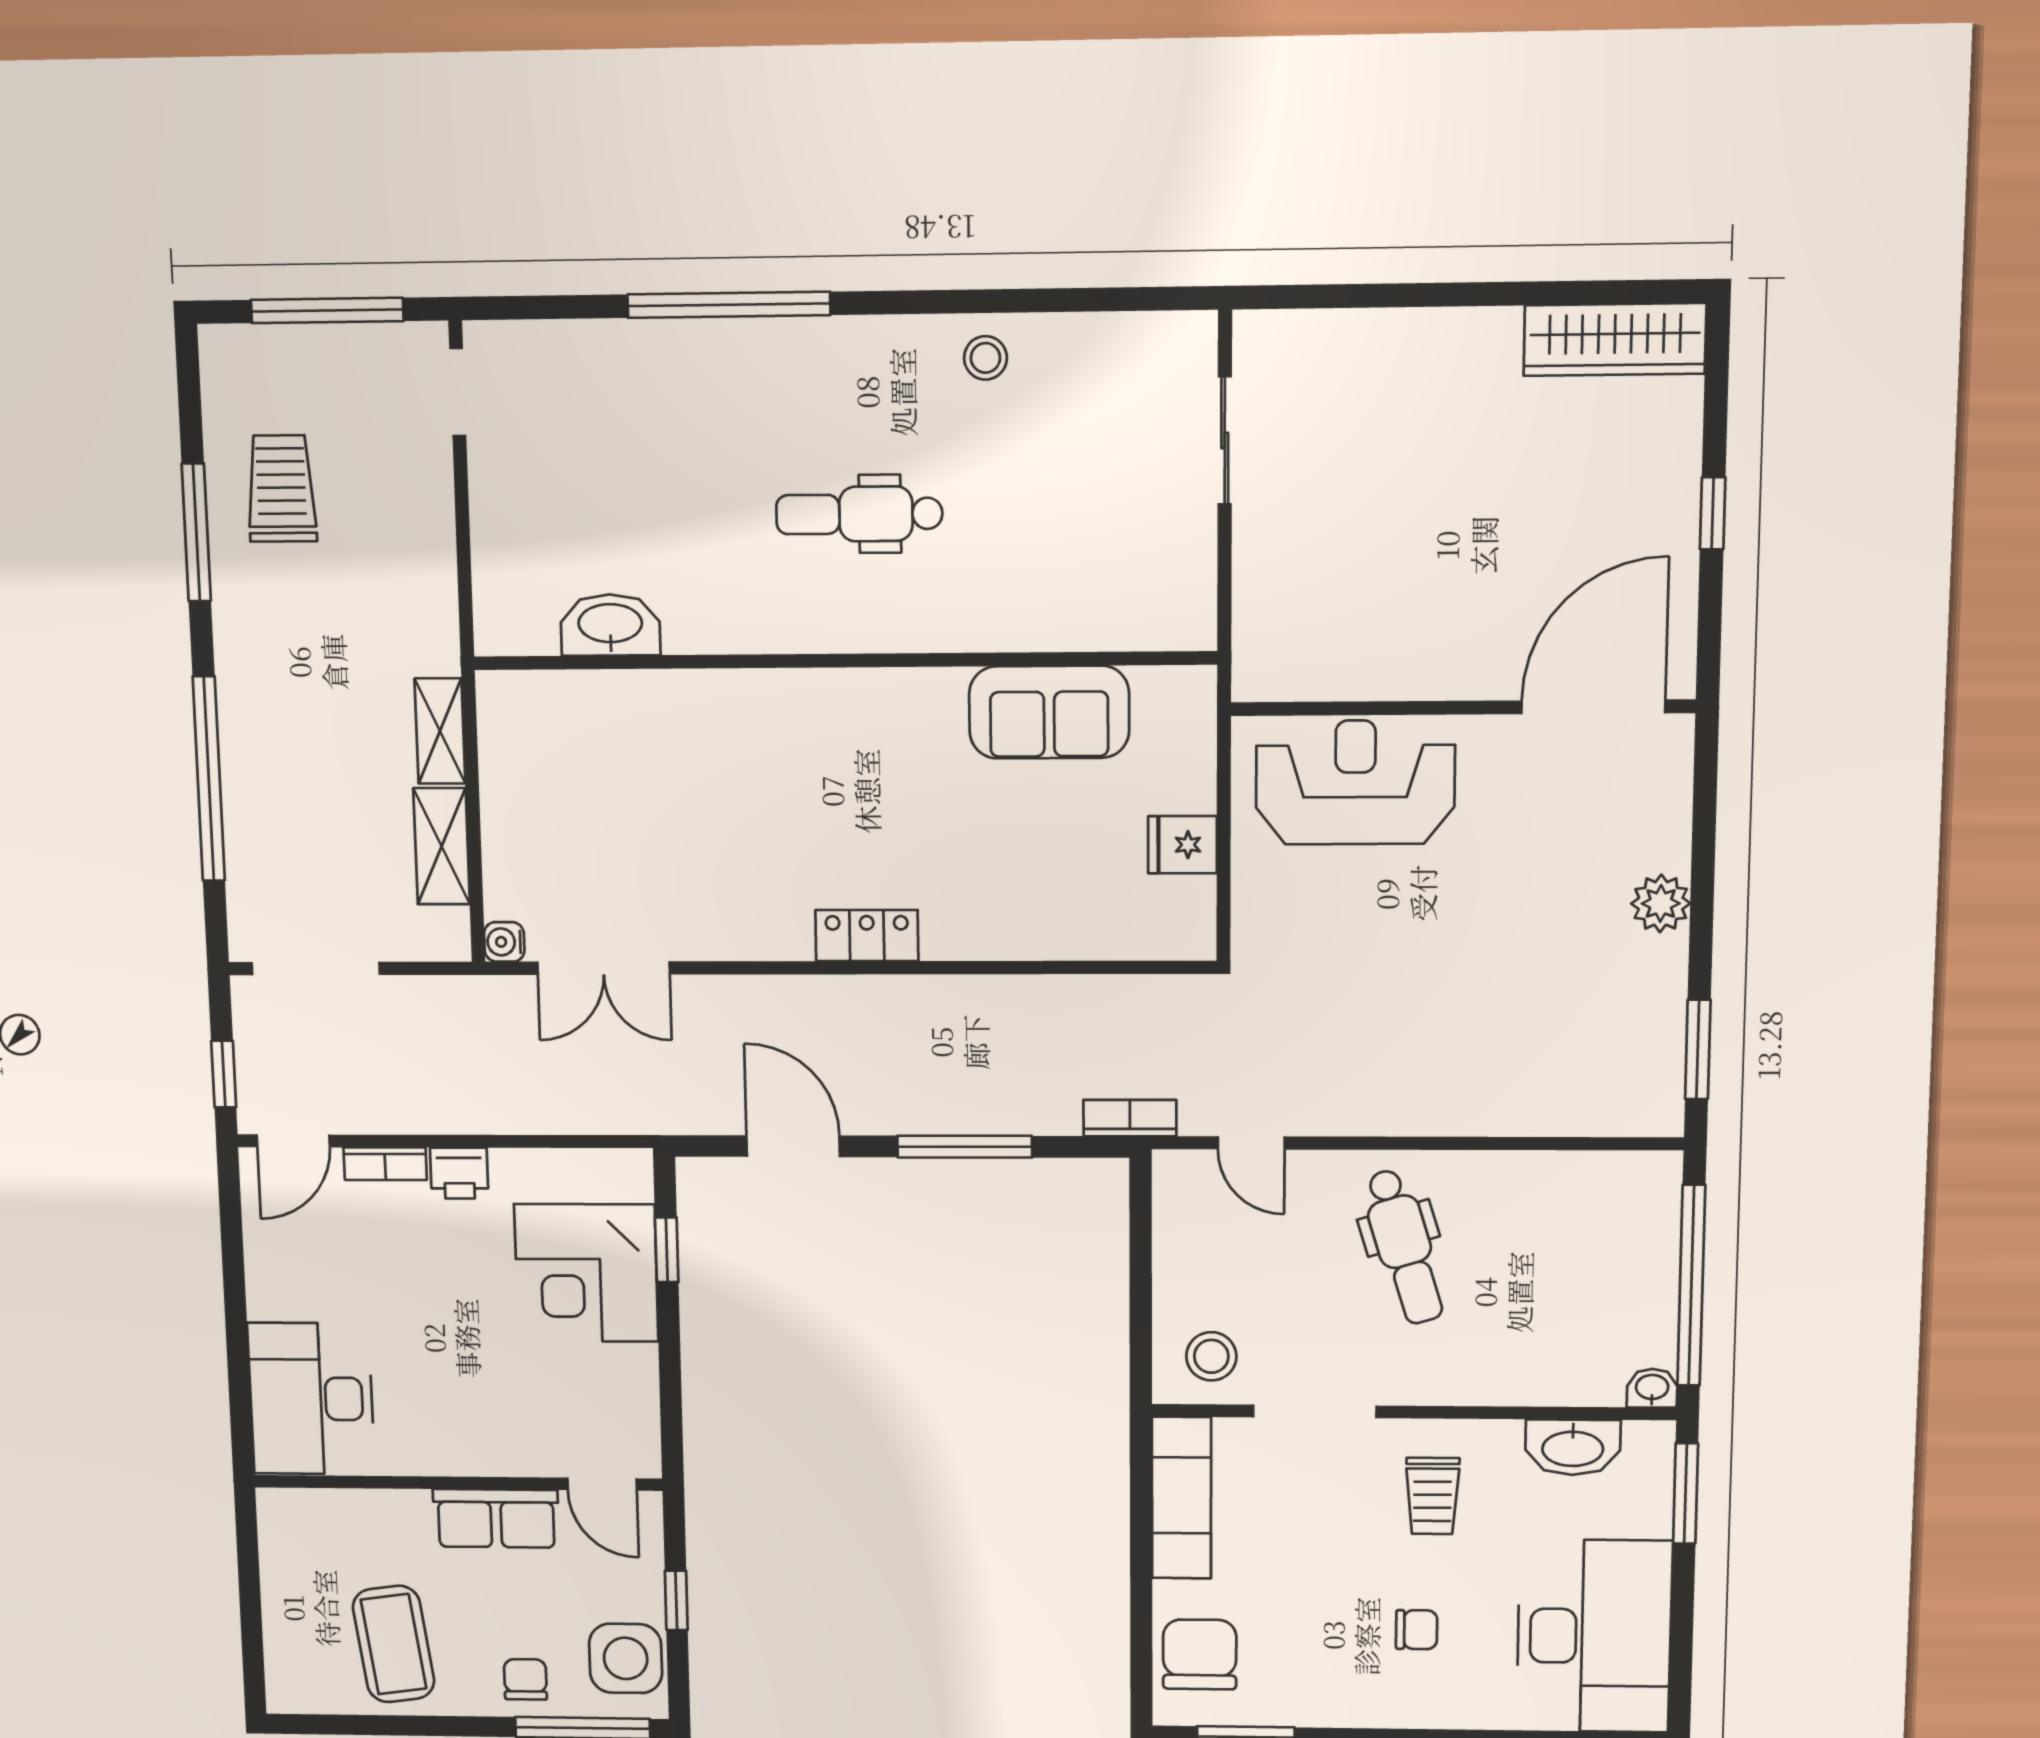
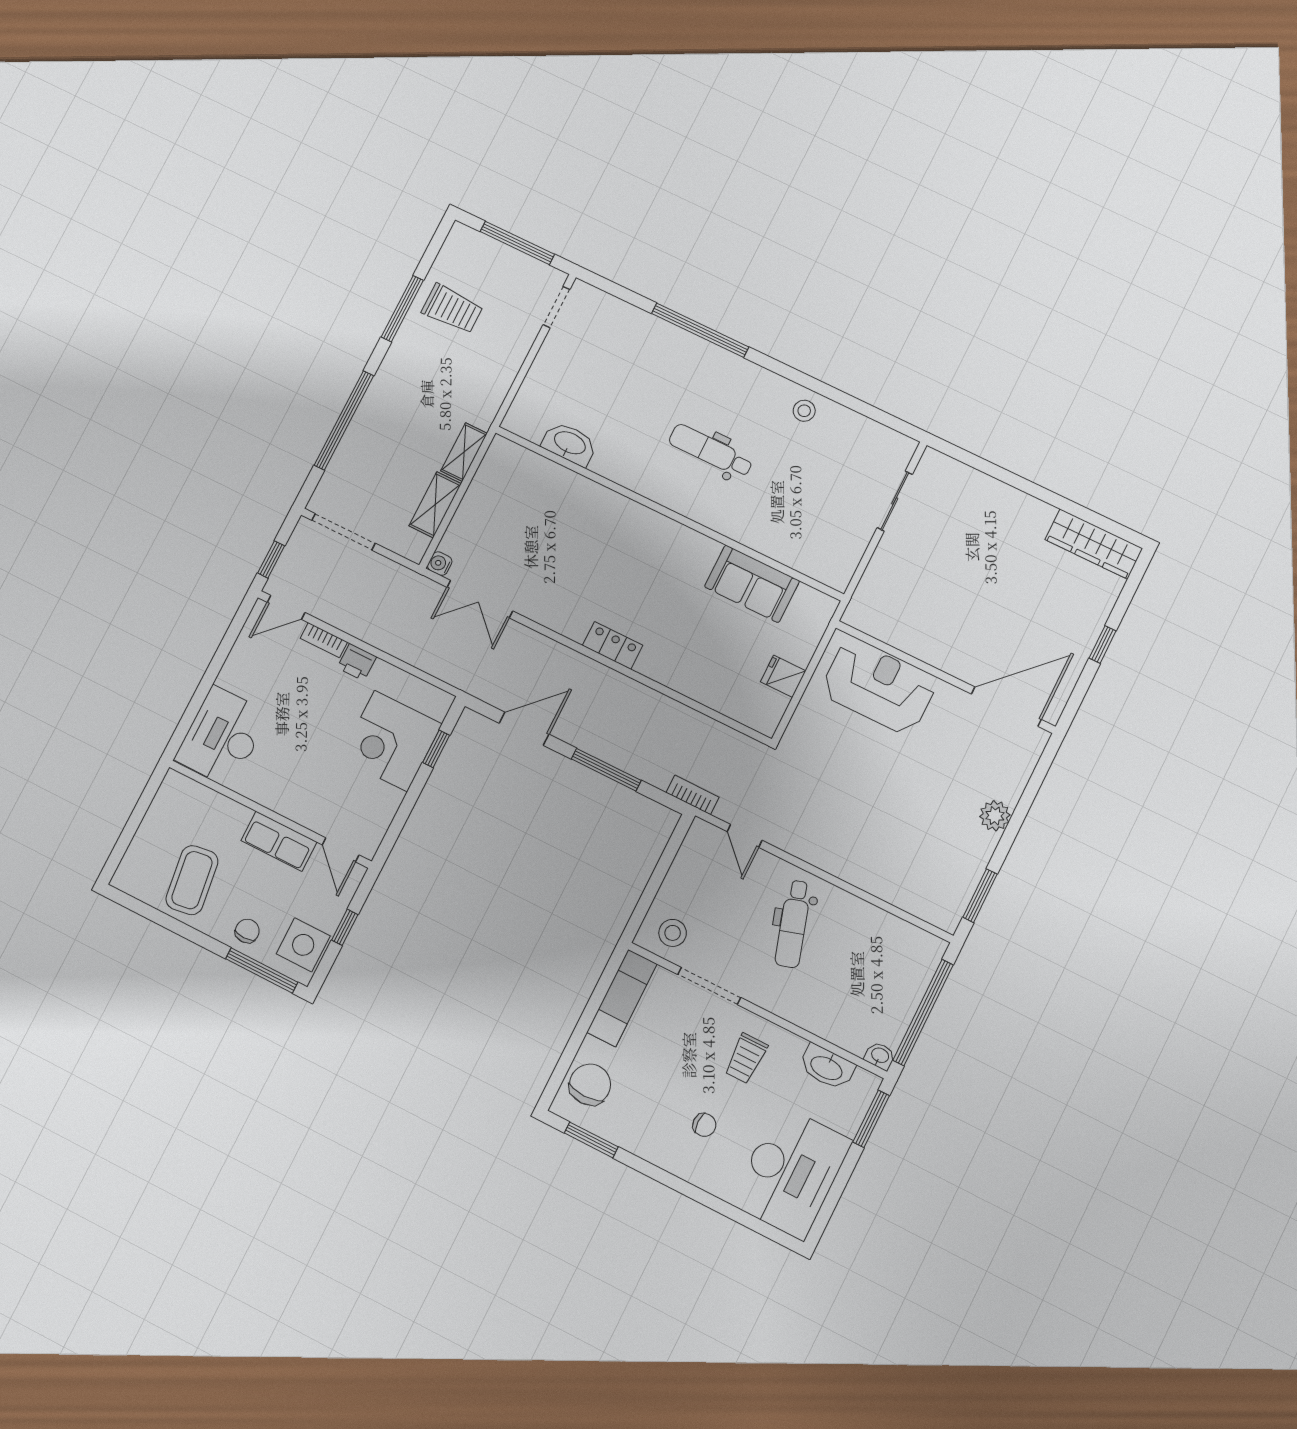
trolley: (281, 488) -> (452, 309), turned 90
door: (793, 1146) -> (524, 729), hinge flipped

